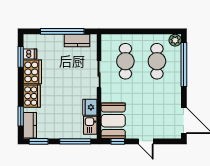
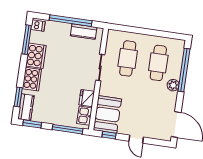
plant: (175, 40) -> (173, 85), moved
dishwasher: (30, 54) -> (38, 26), moved
window: (21, 57) -> (27, 40), width x1.44

